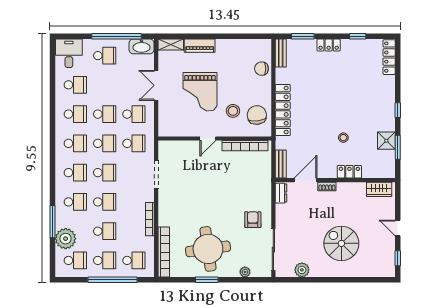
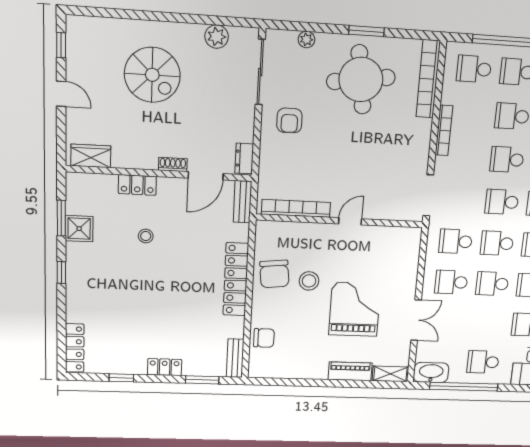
door: (208, 138) -> (350, 221), moved
wall: (215, 138) -> (340, 221), moved
bookcase: (245, 146) -> (296, 208), moved

